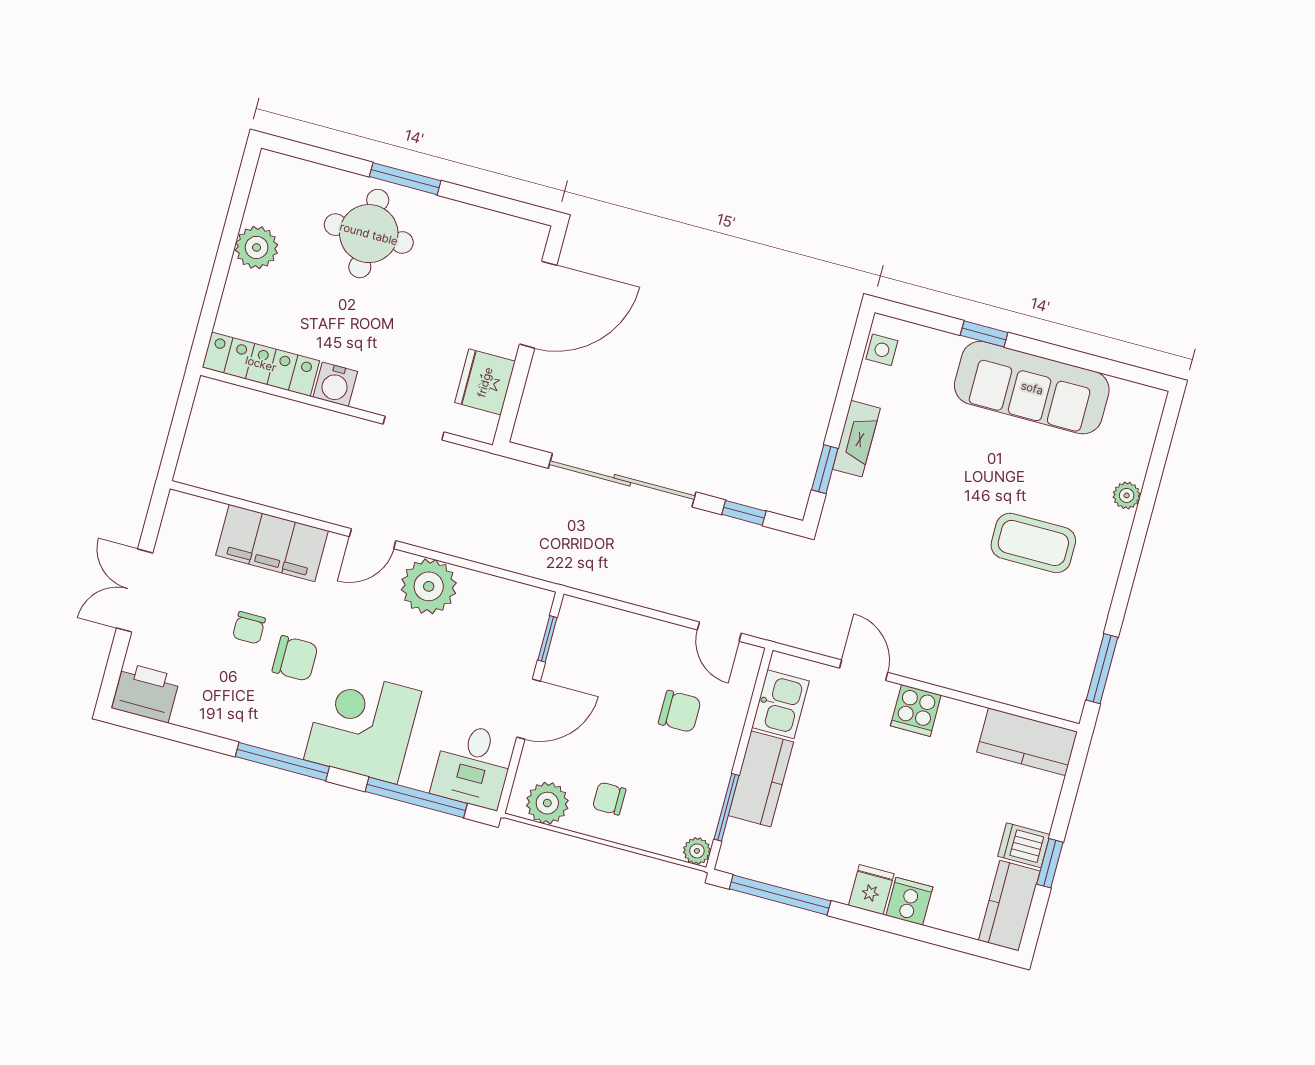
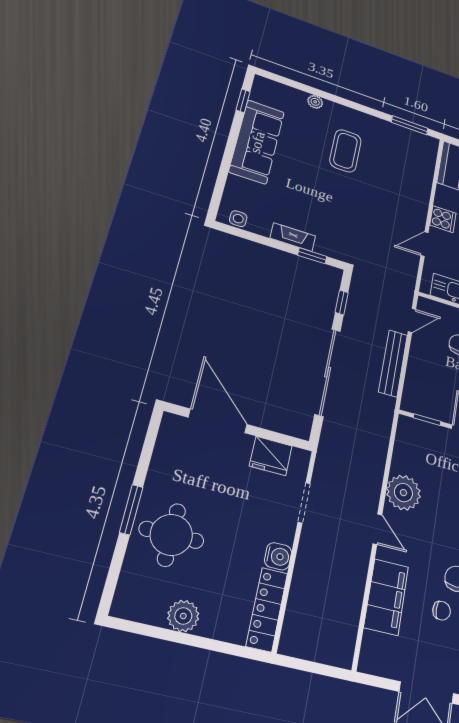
window: (984, 334) -> (243, 101), moved
bench: (642, 591) -> (393, 363), added

